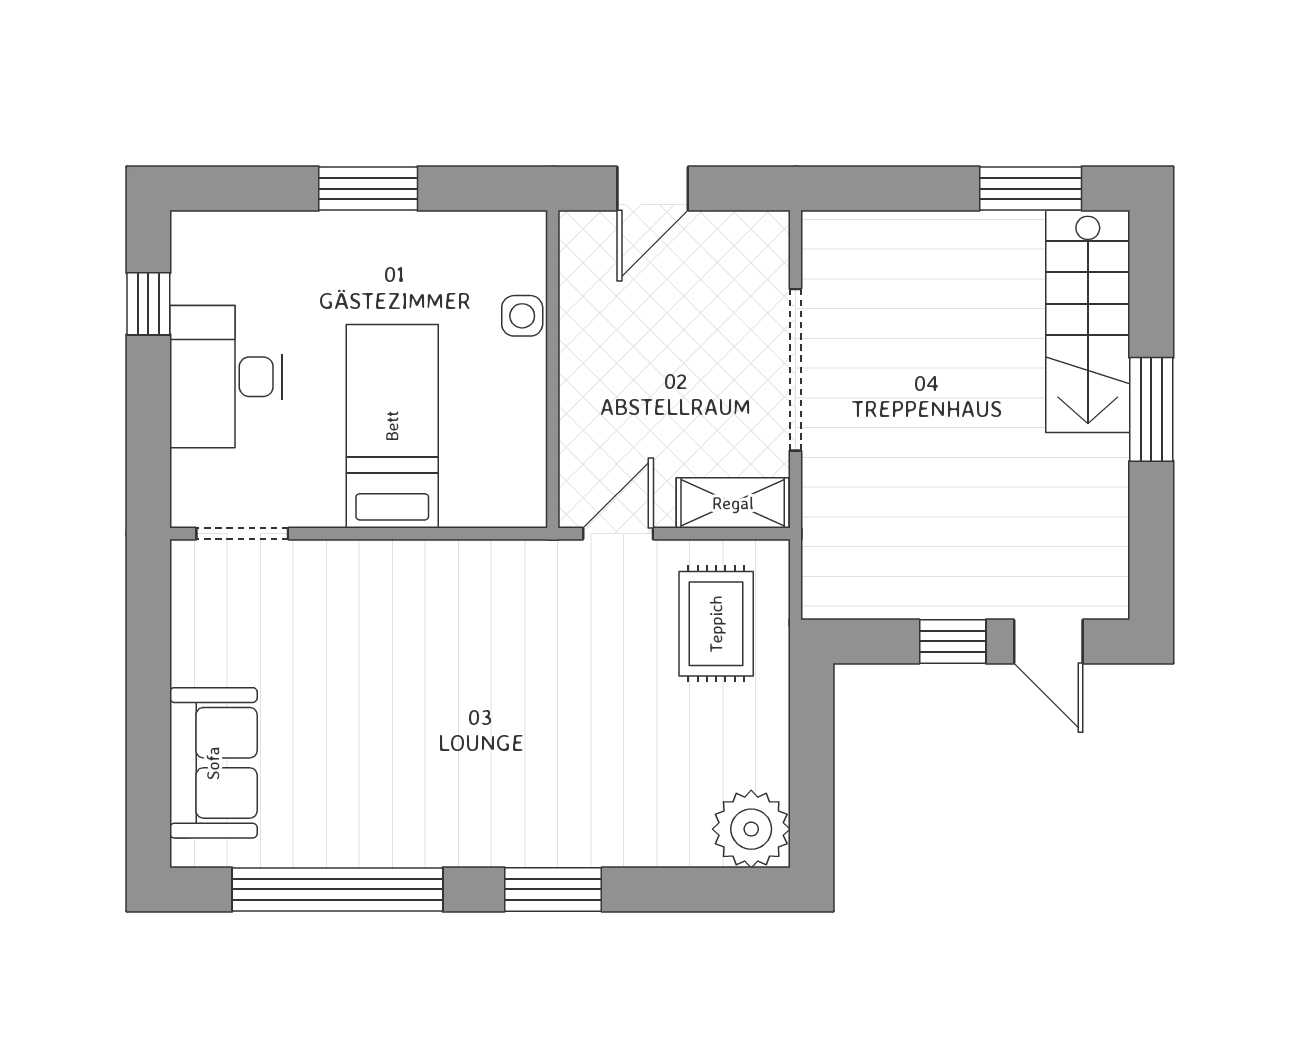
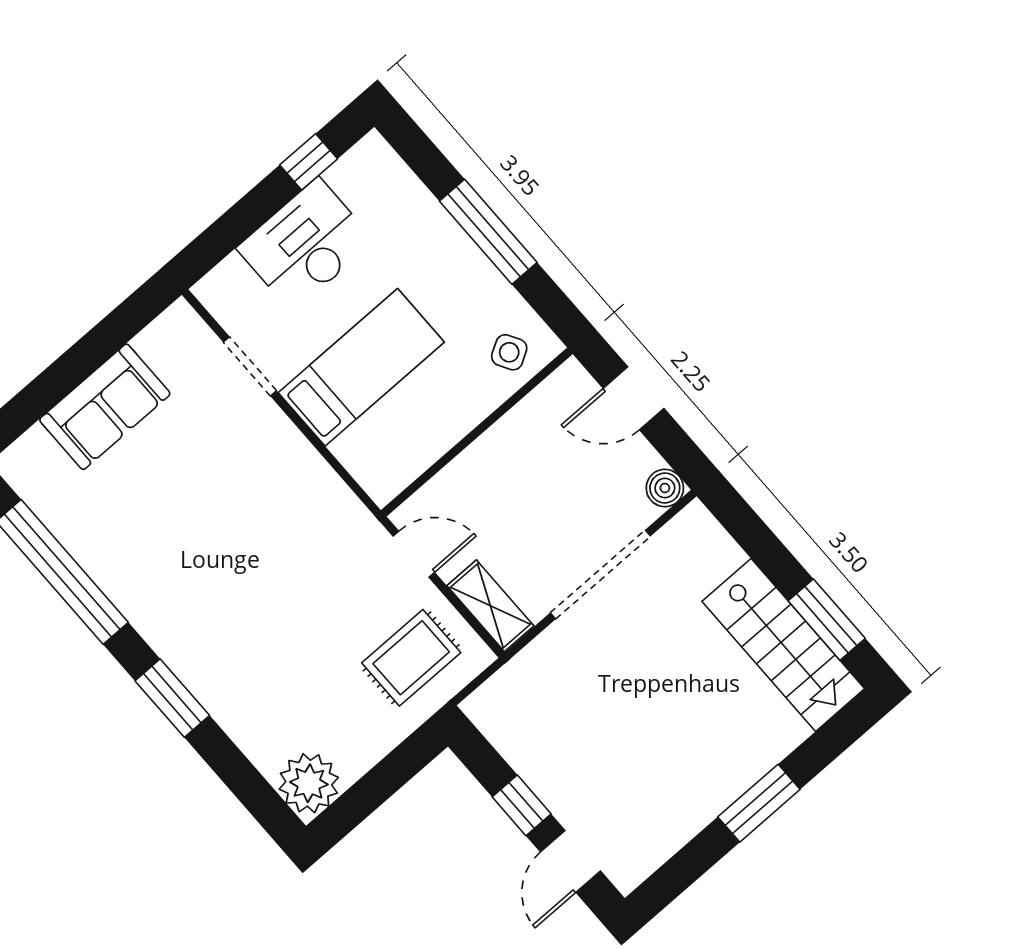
window: (368, 189) -> (488, 232), width x1.44
boiler: (766, 234) -> (665, 488), added
side table: (522, 316) -> (509, 352), moved, turned -30
stairs: (1088, 321) -> (783, 645), moved, turned -90
doorway: (242, 534) -> (250, 366), moved
sofa: (213, 763) -> (105, 407), moved

